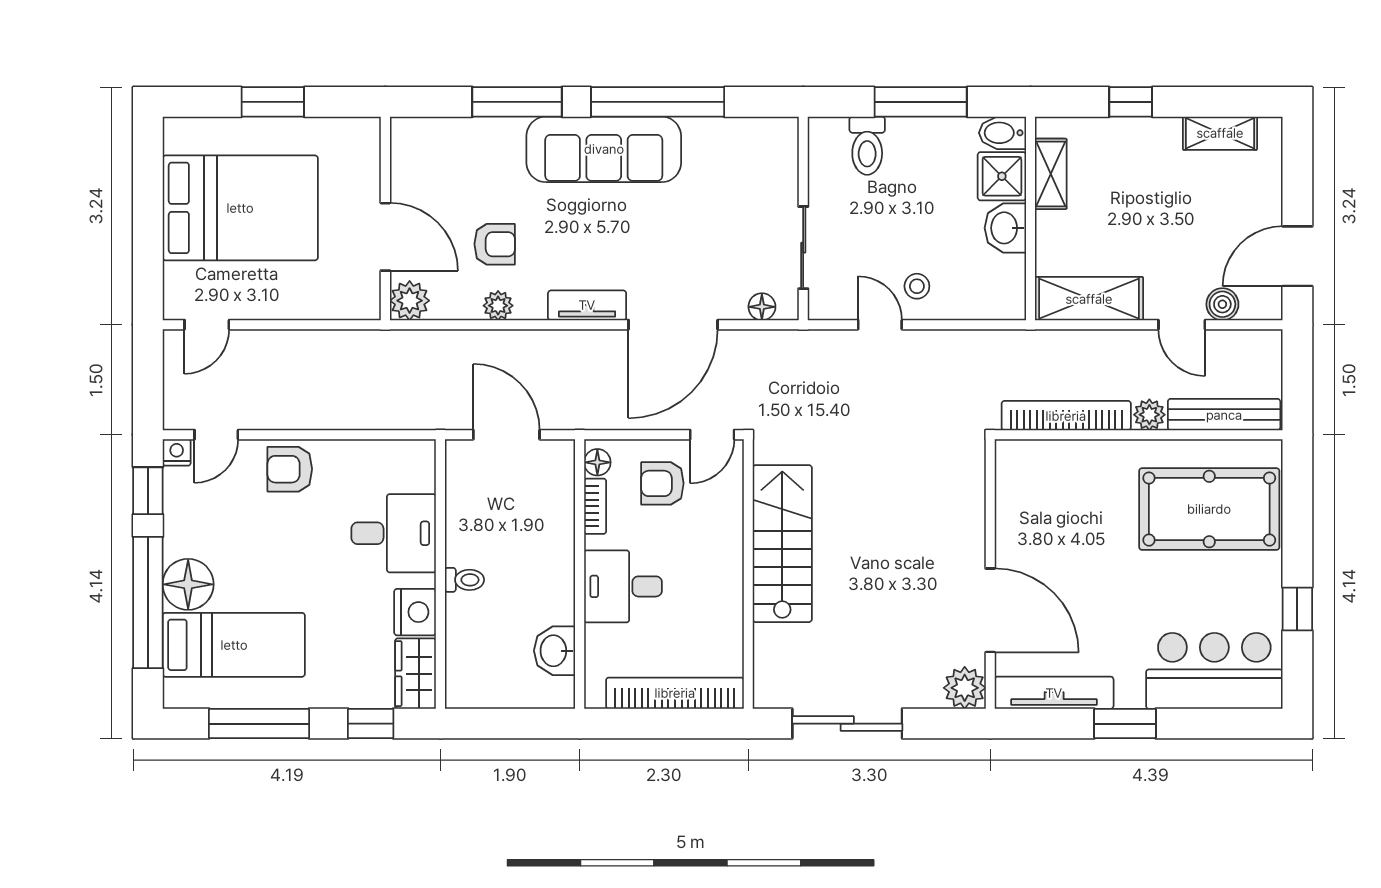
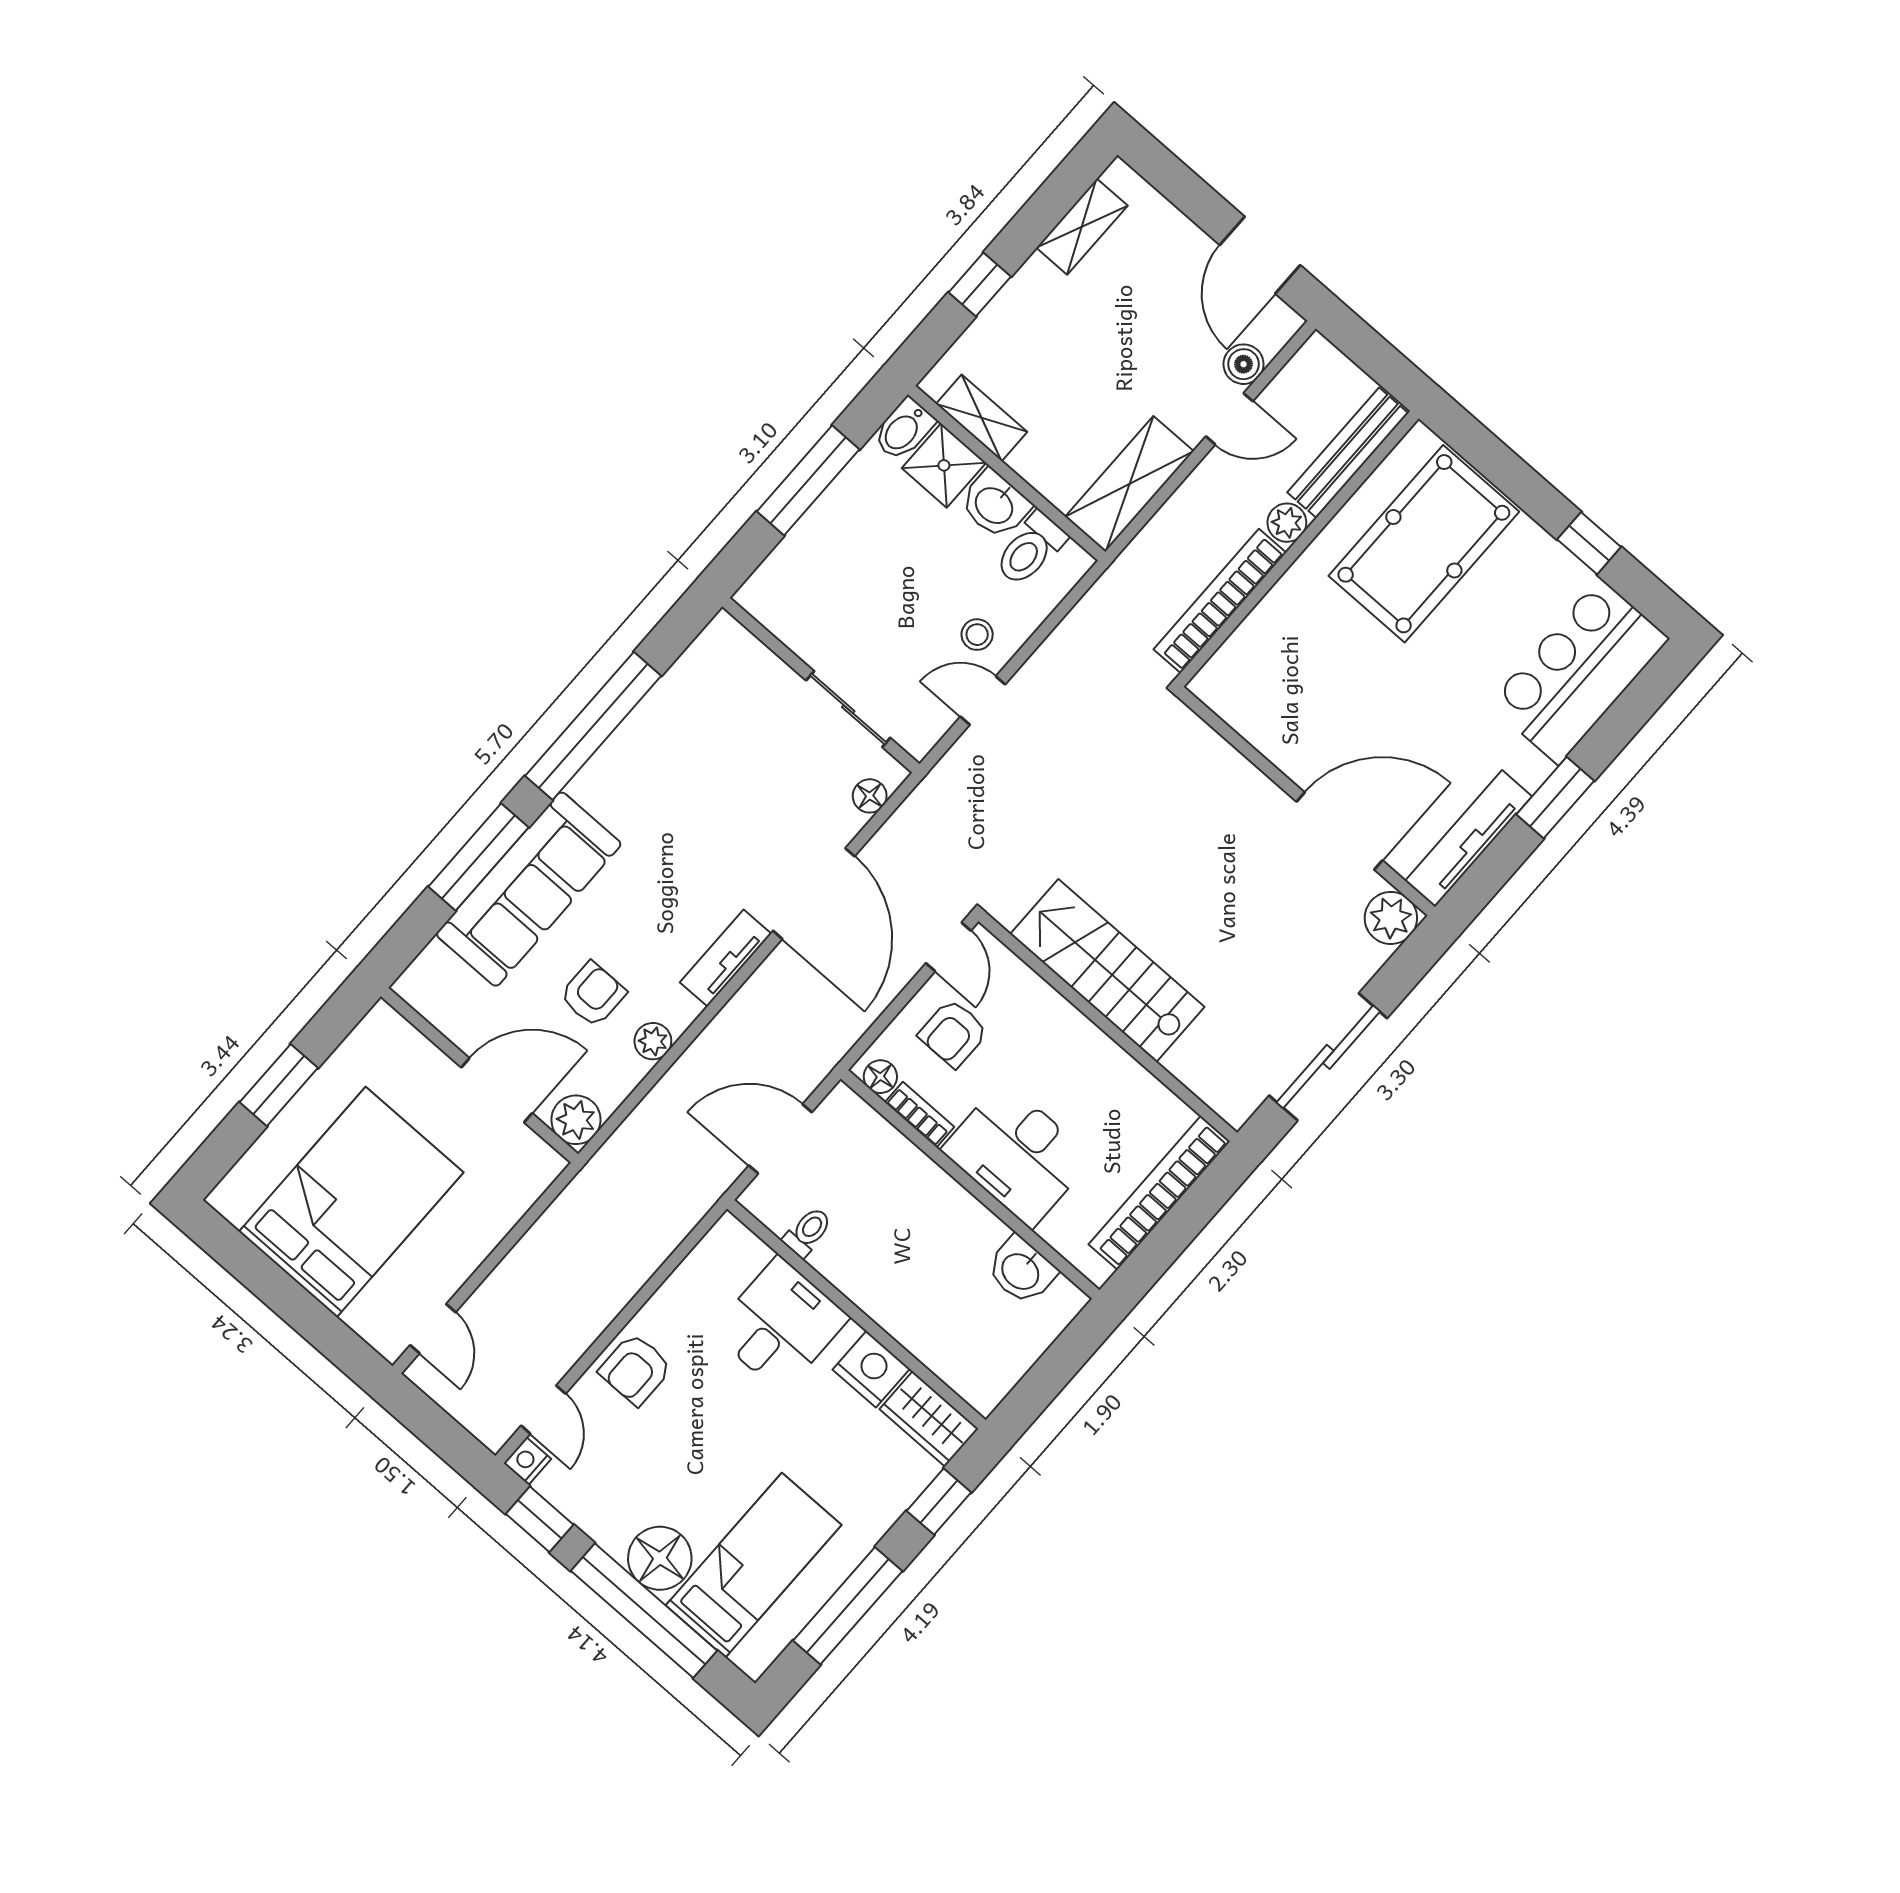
toilet: (867, 146) -> (1030, 549), moved, turned 90
sofa: (604, 149) -> (529, 889), moved
toilet: (464, 580) -> (808, 1232), moved
desk: (623, 586) -> (1017, 1154), width x1.37

